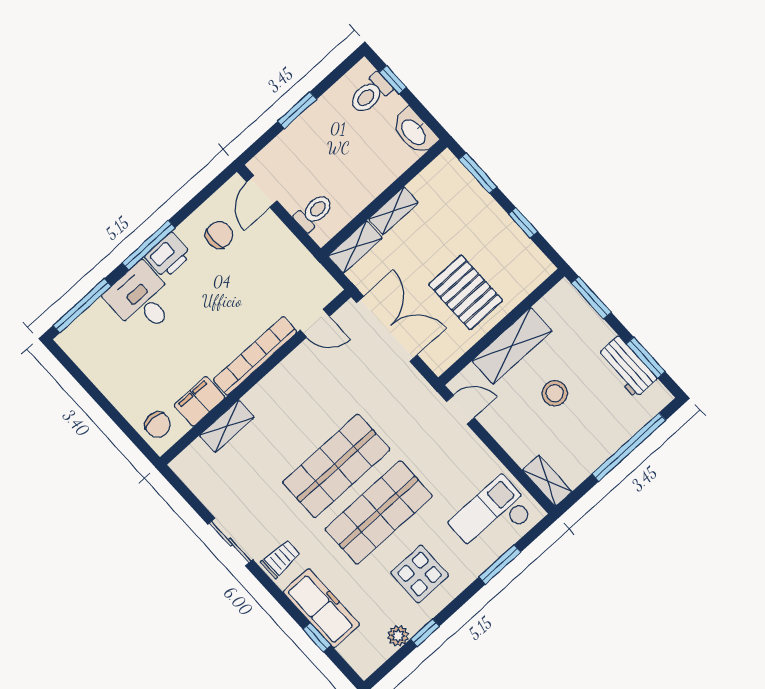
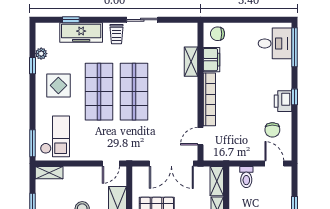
window: (149, 245) -> (295, 97), width x0.46
desk: (142, 299) -> (275, 43), moved
window: (500, 565) -> (32, 143), moved

